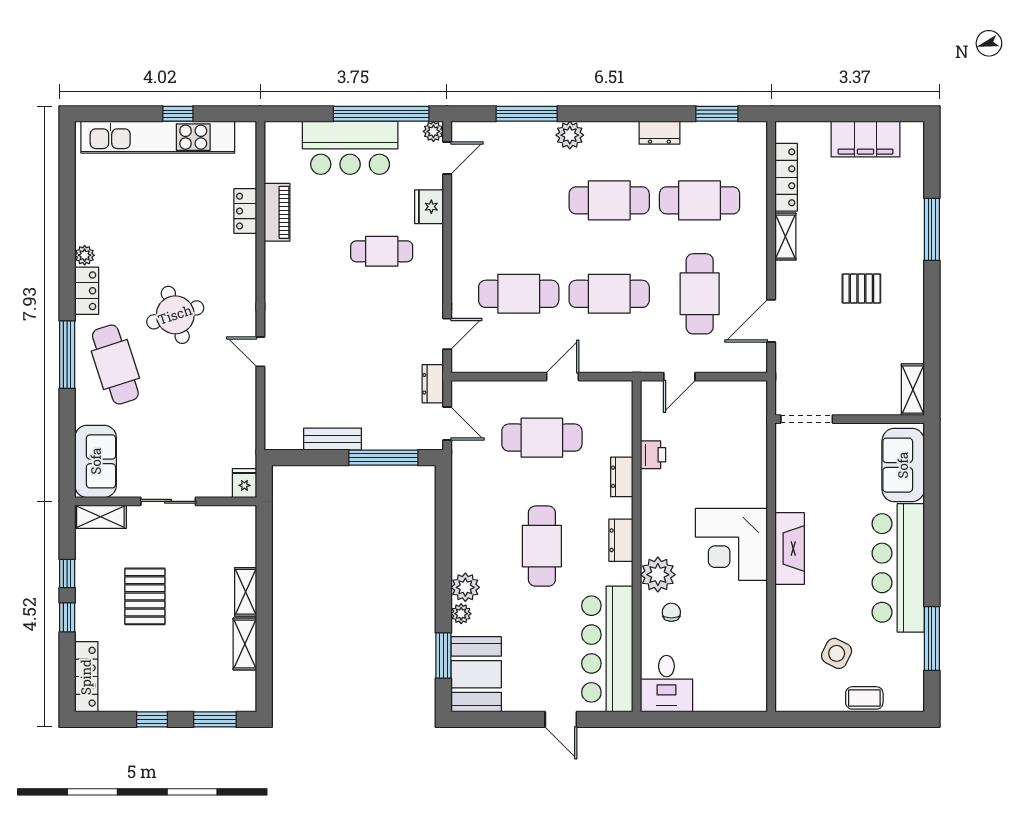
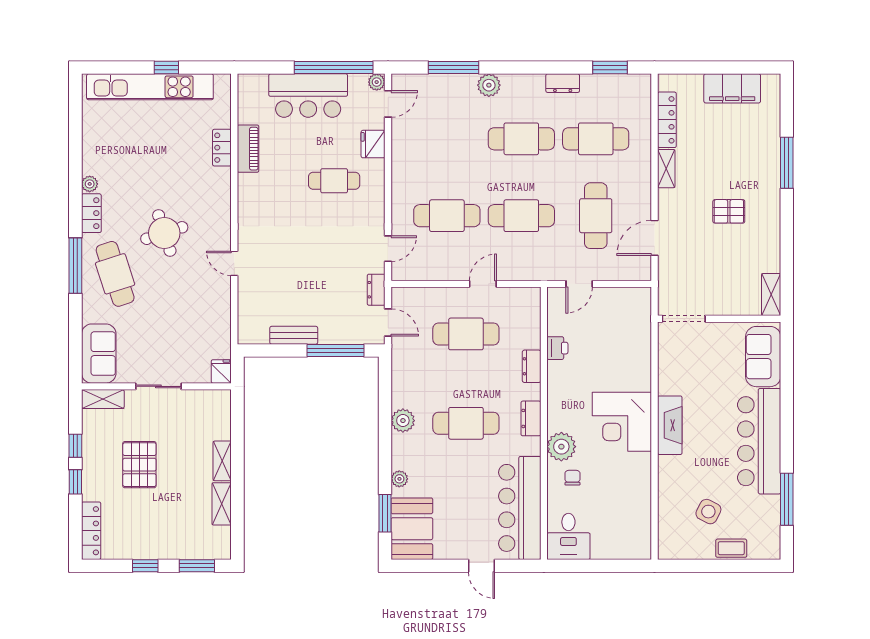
cafe table: (542, 546) -> (466, 423), turned 90
plant: (465, 587) -> (403, 421), moved

